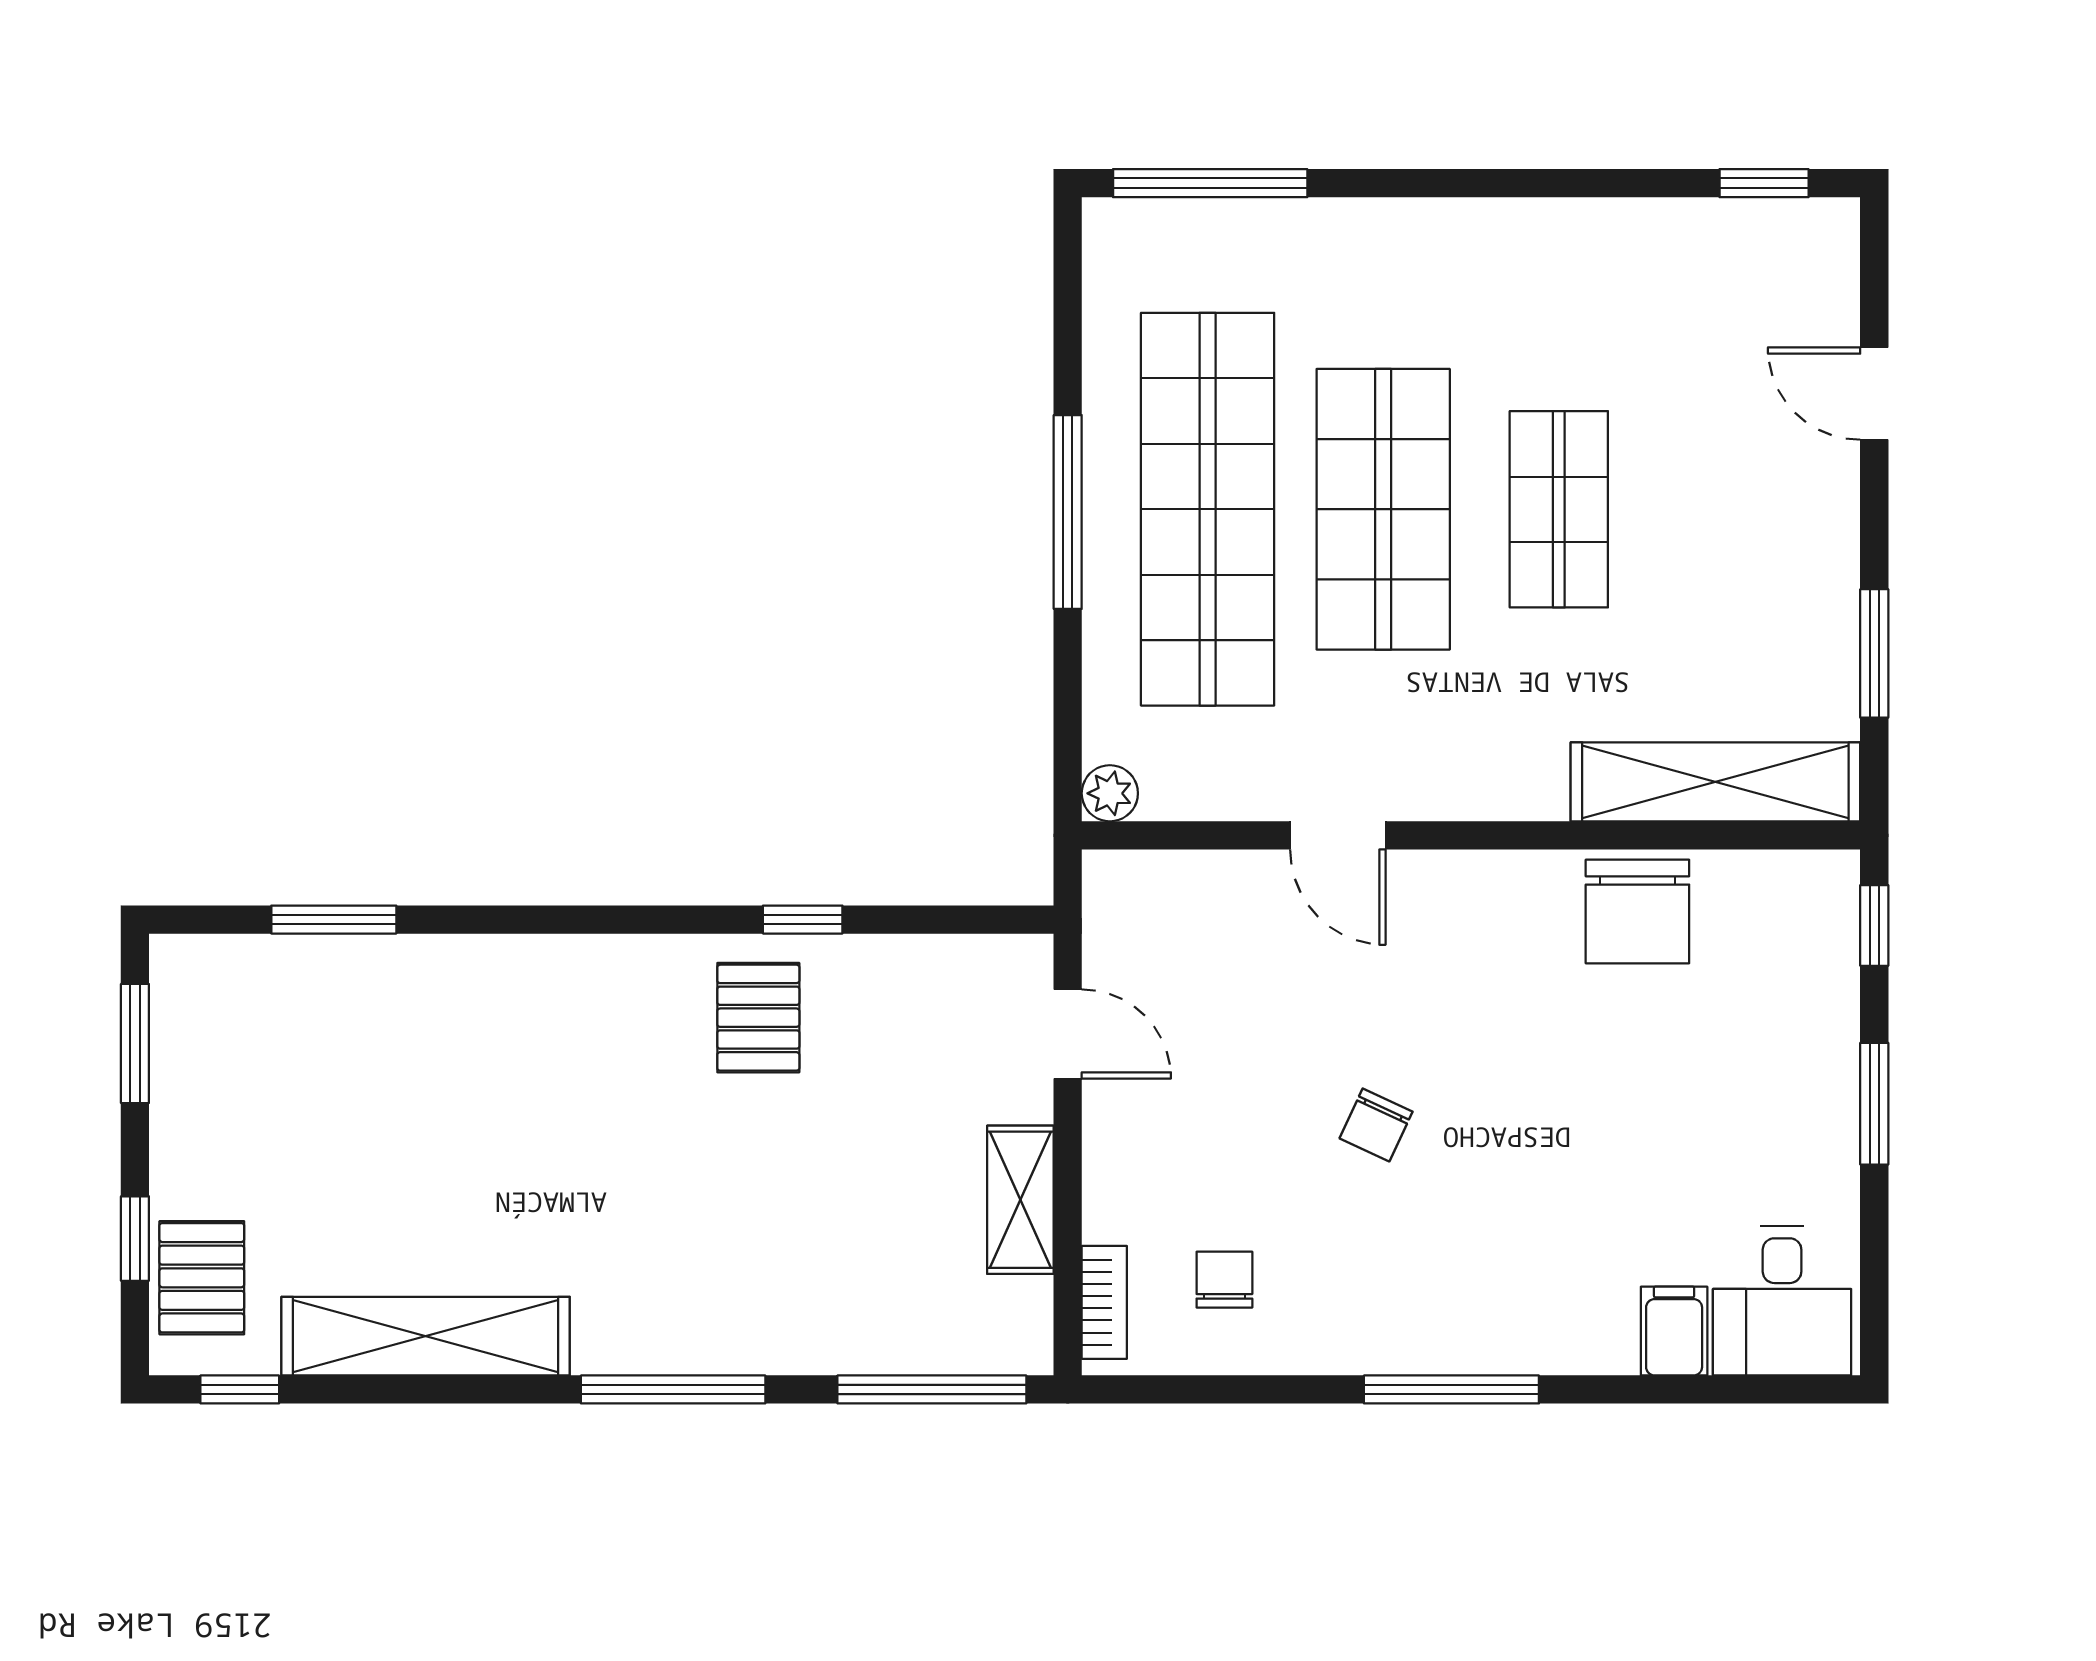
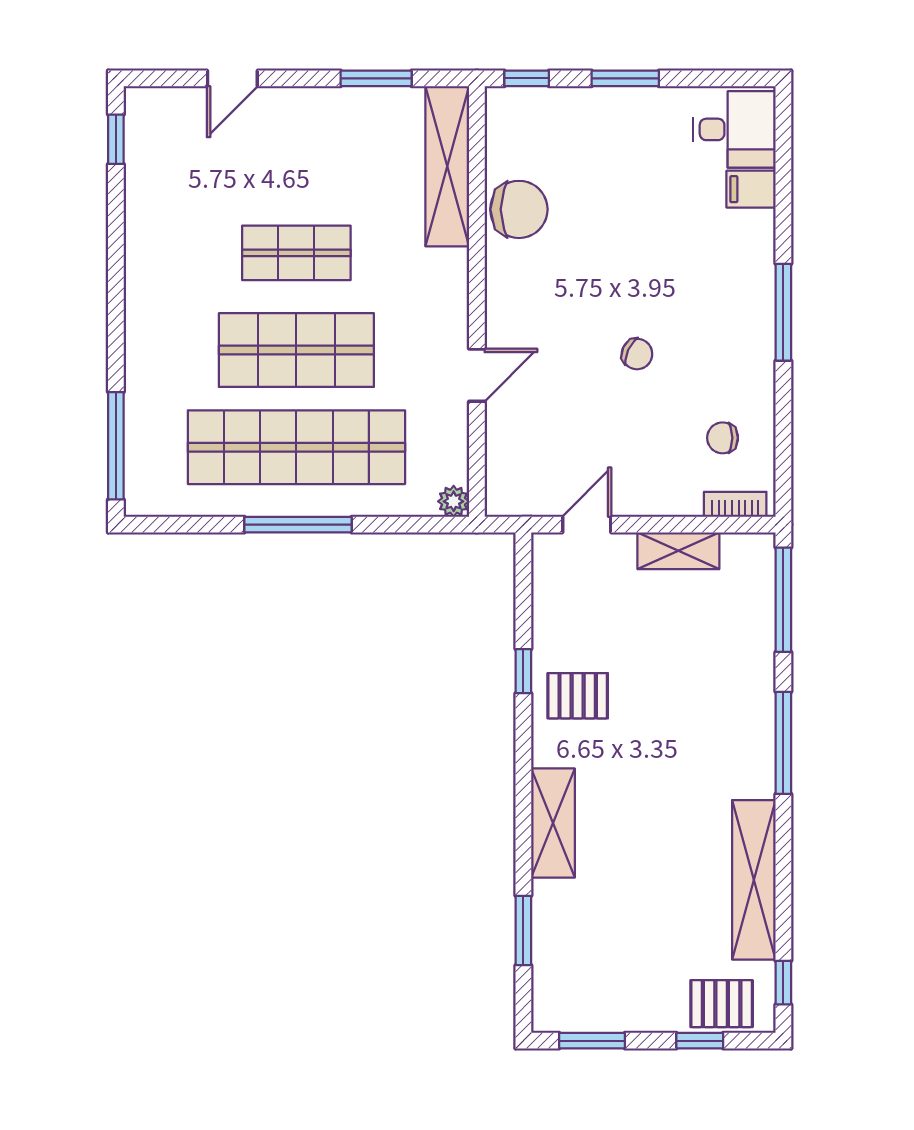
shelving: (528, 973) -> (553, 823), added

